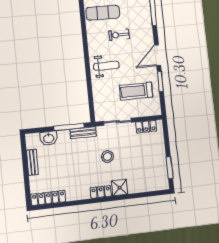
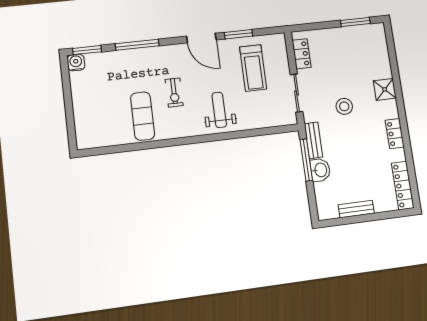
washbasin: (49, 138) -> (320, 170), moved
locker: (101, 192) -> (395, 134), moved

